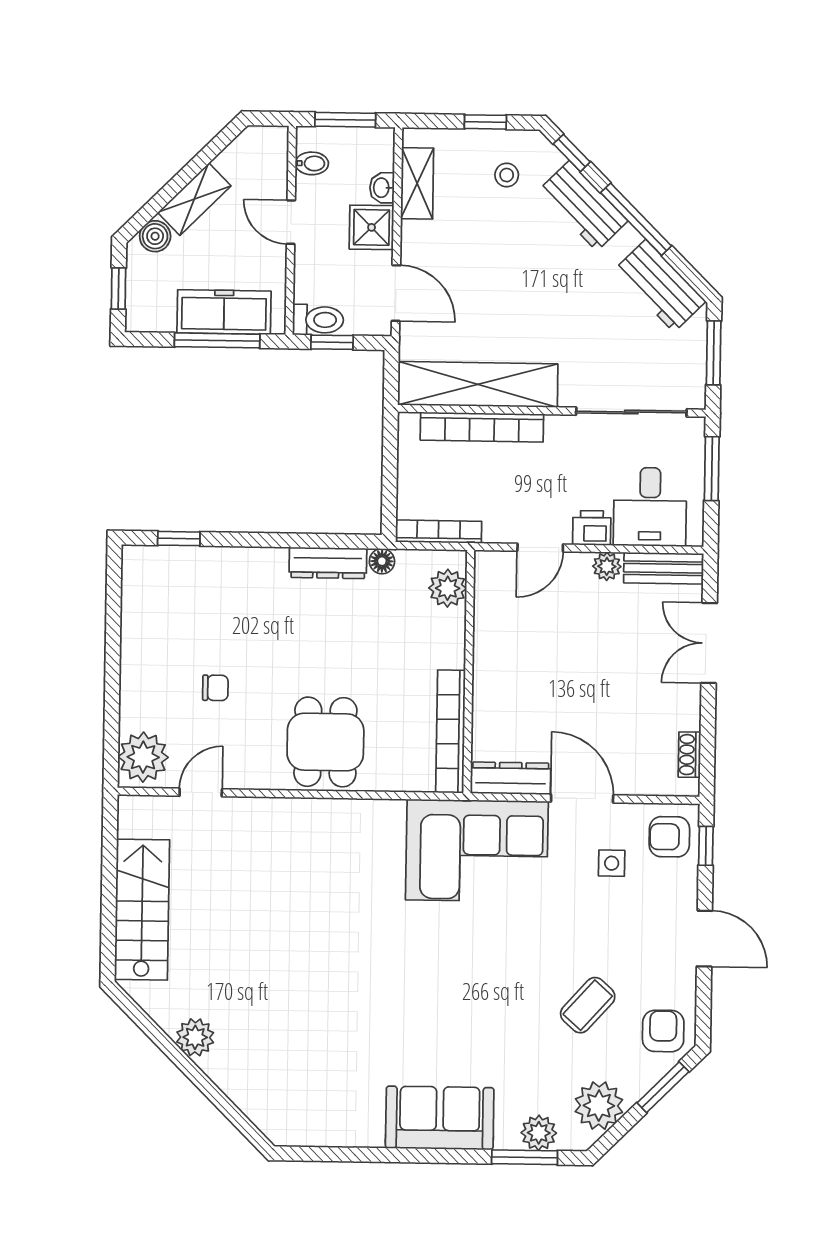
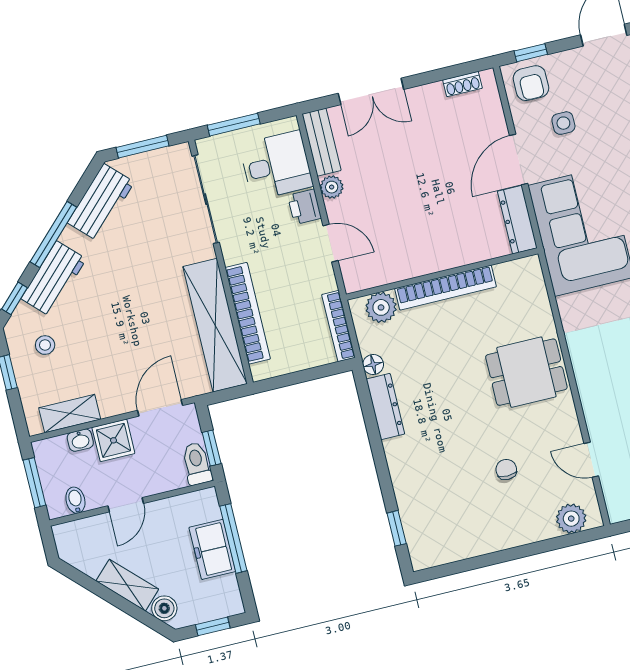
freezer: (224, 312) -> (212, 549), width x0.71
bookcase: (450, 732) -> (446, 288), moved
plant: (143, 757) -> (571, 519), width x0.73, depth x0.73

